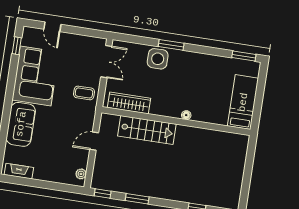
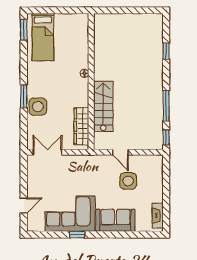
window: (17, 46) -> (77, 235), moved
coffee table: (84, 93) -> (79, 168), removed
bed: (243, 102) -> (43, 37), moved, turned -90
side table: (61, 145) -> (128, 181), added
plant: (81, 174) -> (152, 160), removed
window: (137, 199) -> (166, 106), width x1.44

